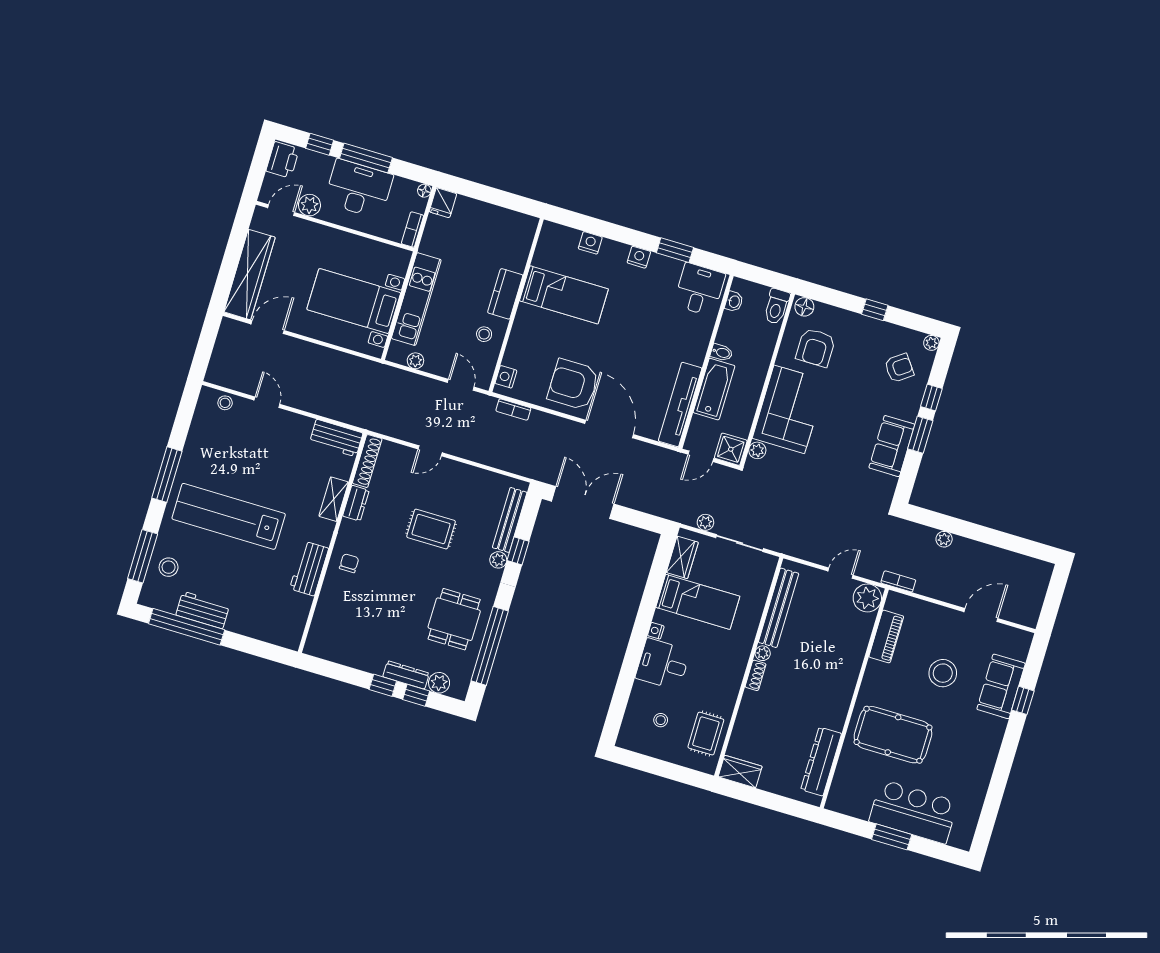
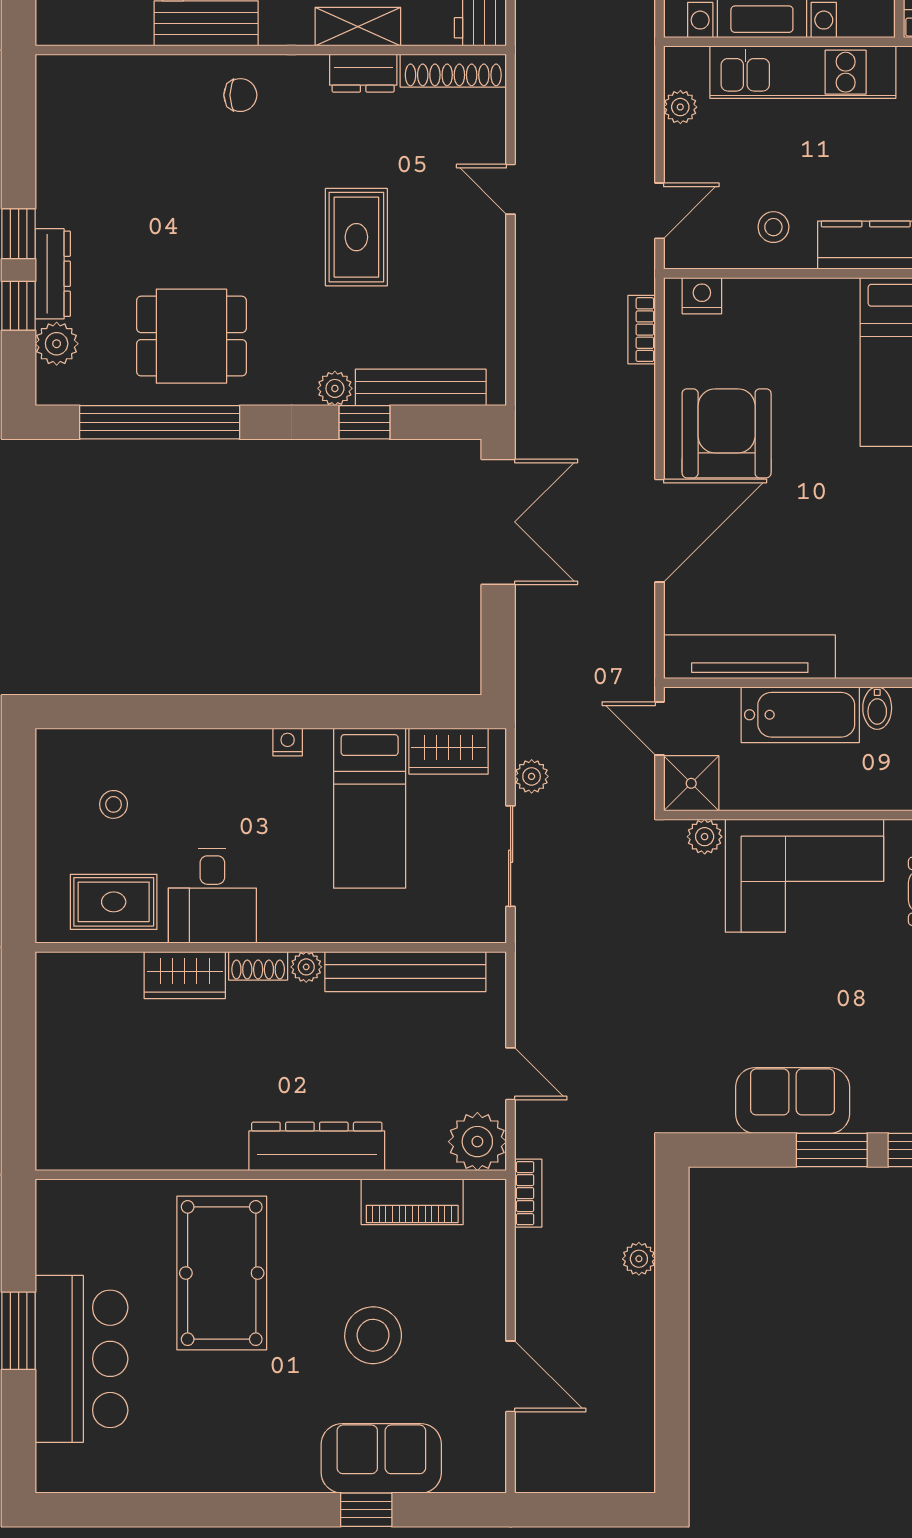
desk: (663, 664) -> (212, 896), moved, turned 180
dresser: (821, 762) -> (317, 1146), moved
wardrobe: (740, 772) -> (185, 975), moved, turned 90

